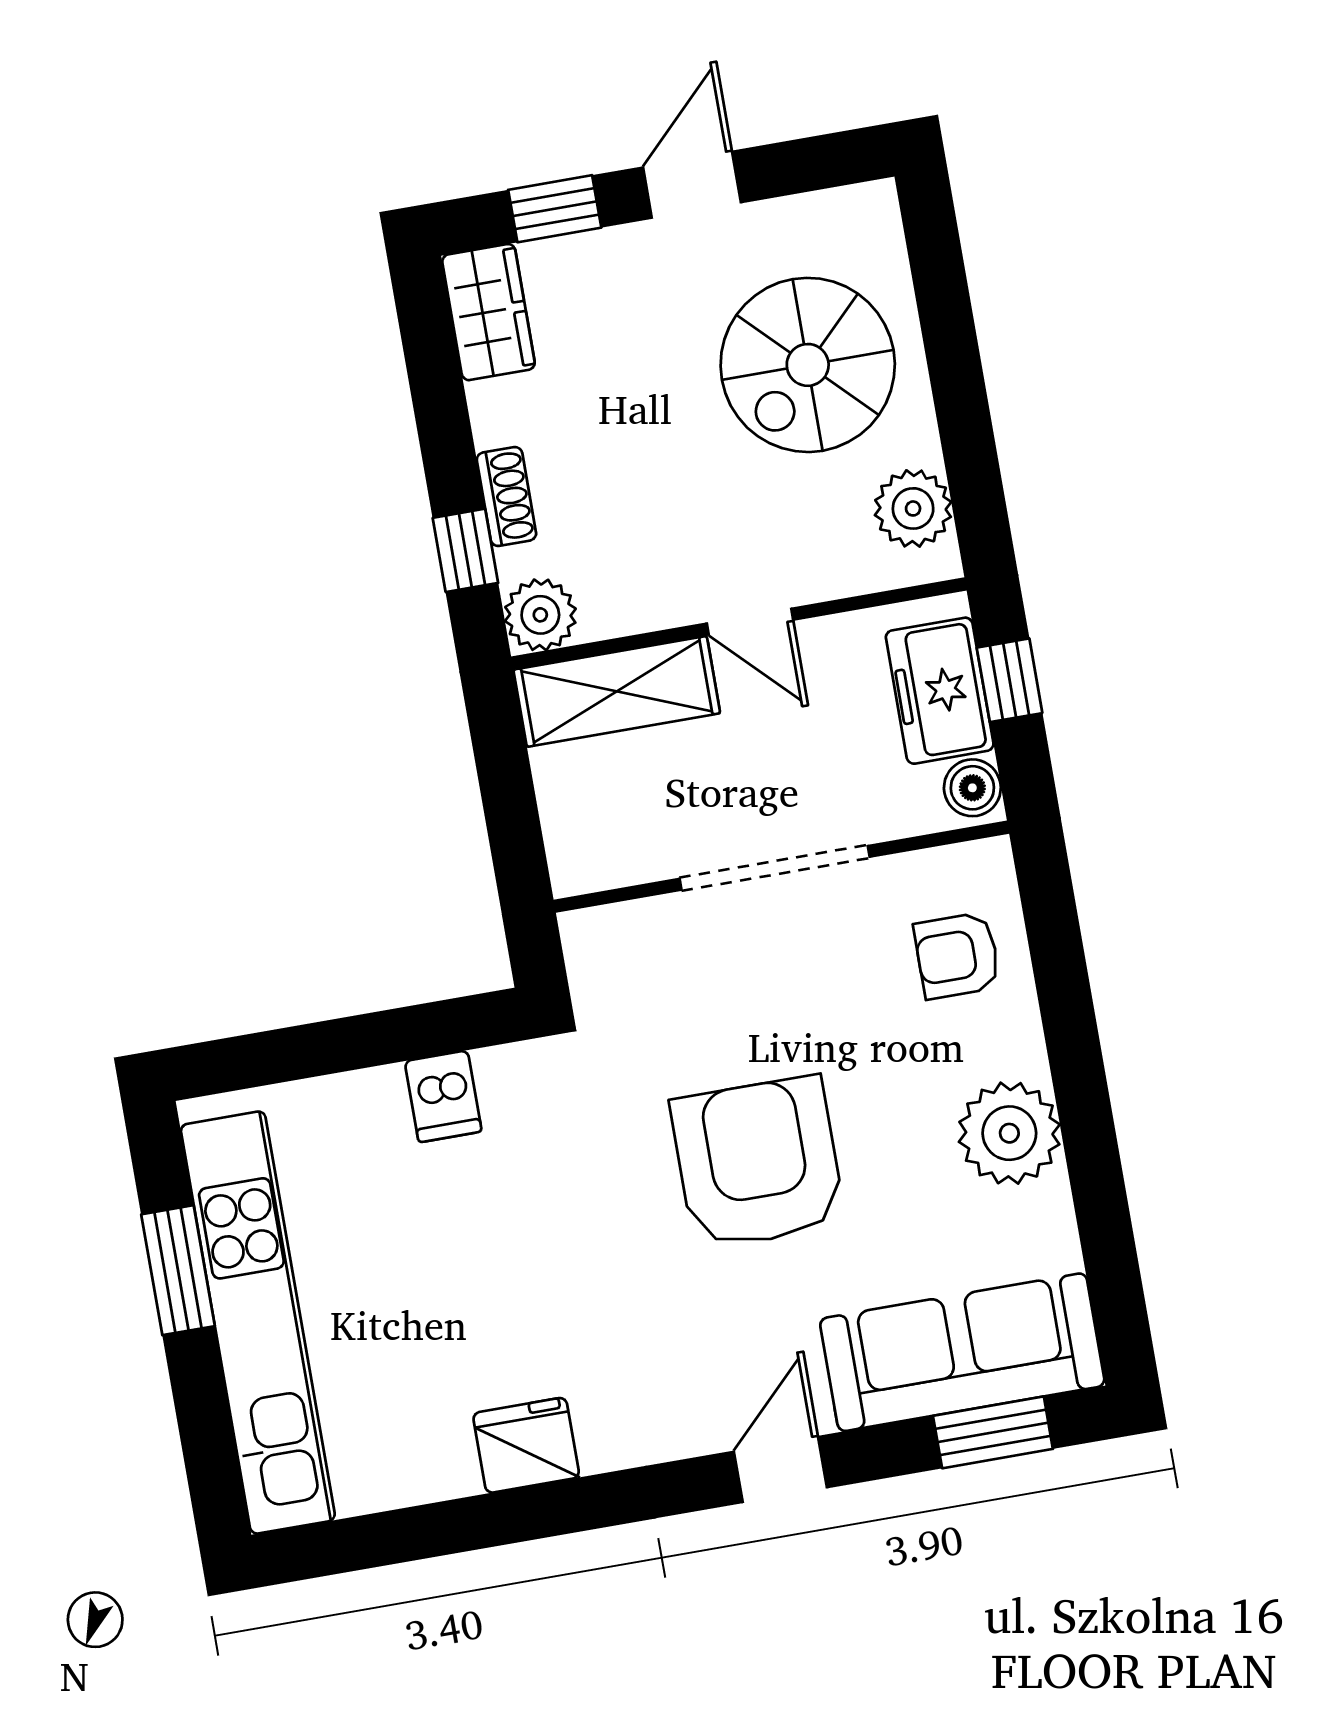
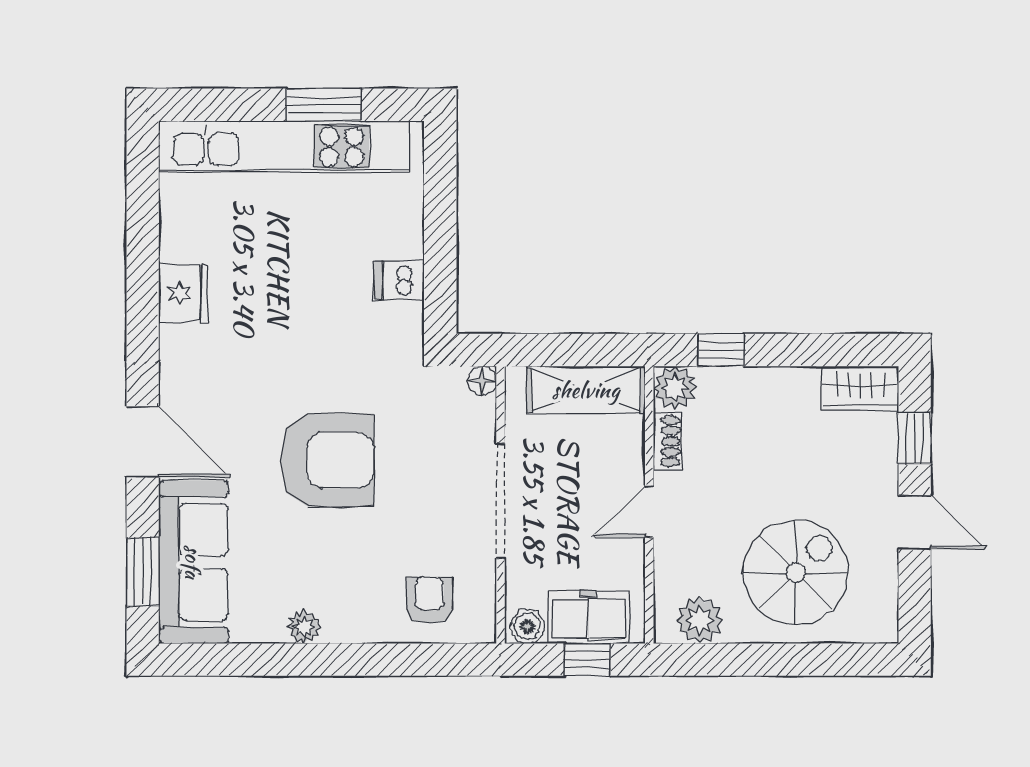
spiral stairs: (808, 365) -> (796, 572), turned 90
shoe rack: (506, 497) -> (667, 441), moved, turned -90
shelving: (617, 691) -> (586, 390), moved, turned 90
floor lamp: (584, 932) -> (482, 381), added
plant: (1009, 1133) -> (304, 627), width x0.53, depth x0.53
door: (780, 1469) -> (143, 442), width x1.38

